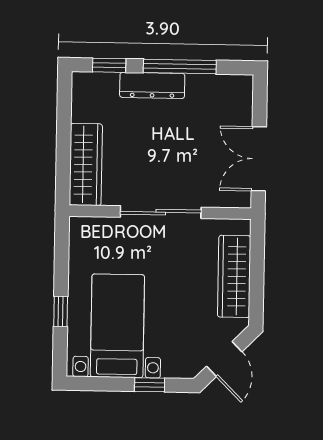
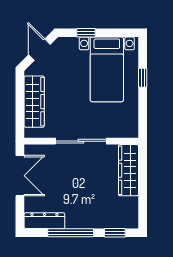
dresser: (152, 85) -> (44, 221), moved

